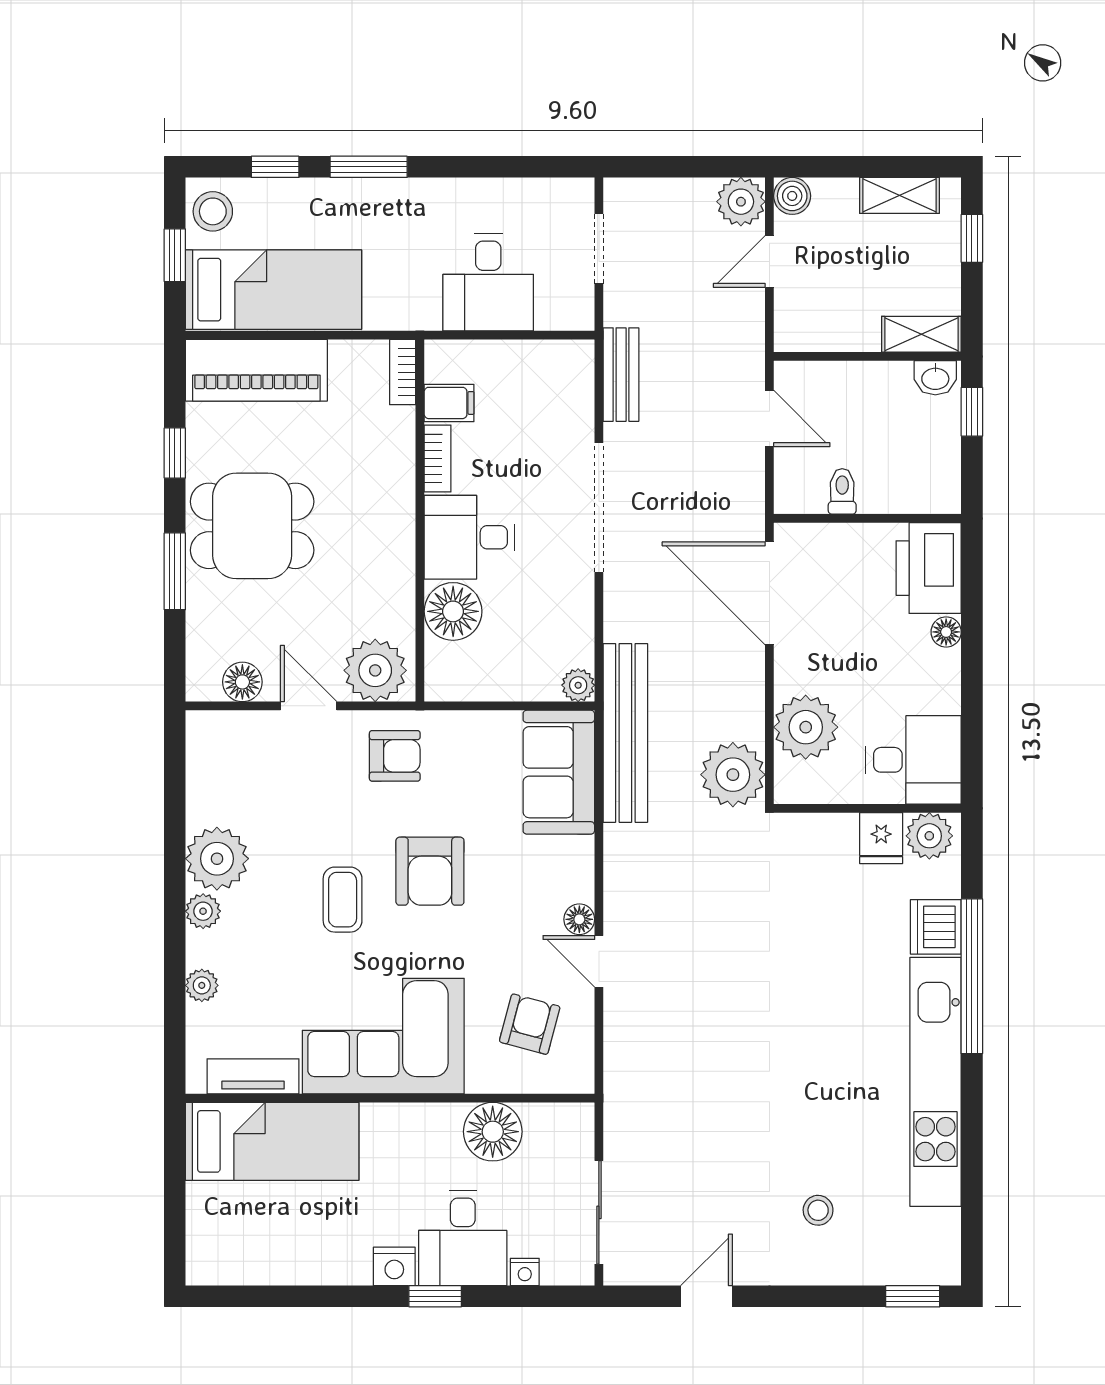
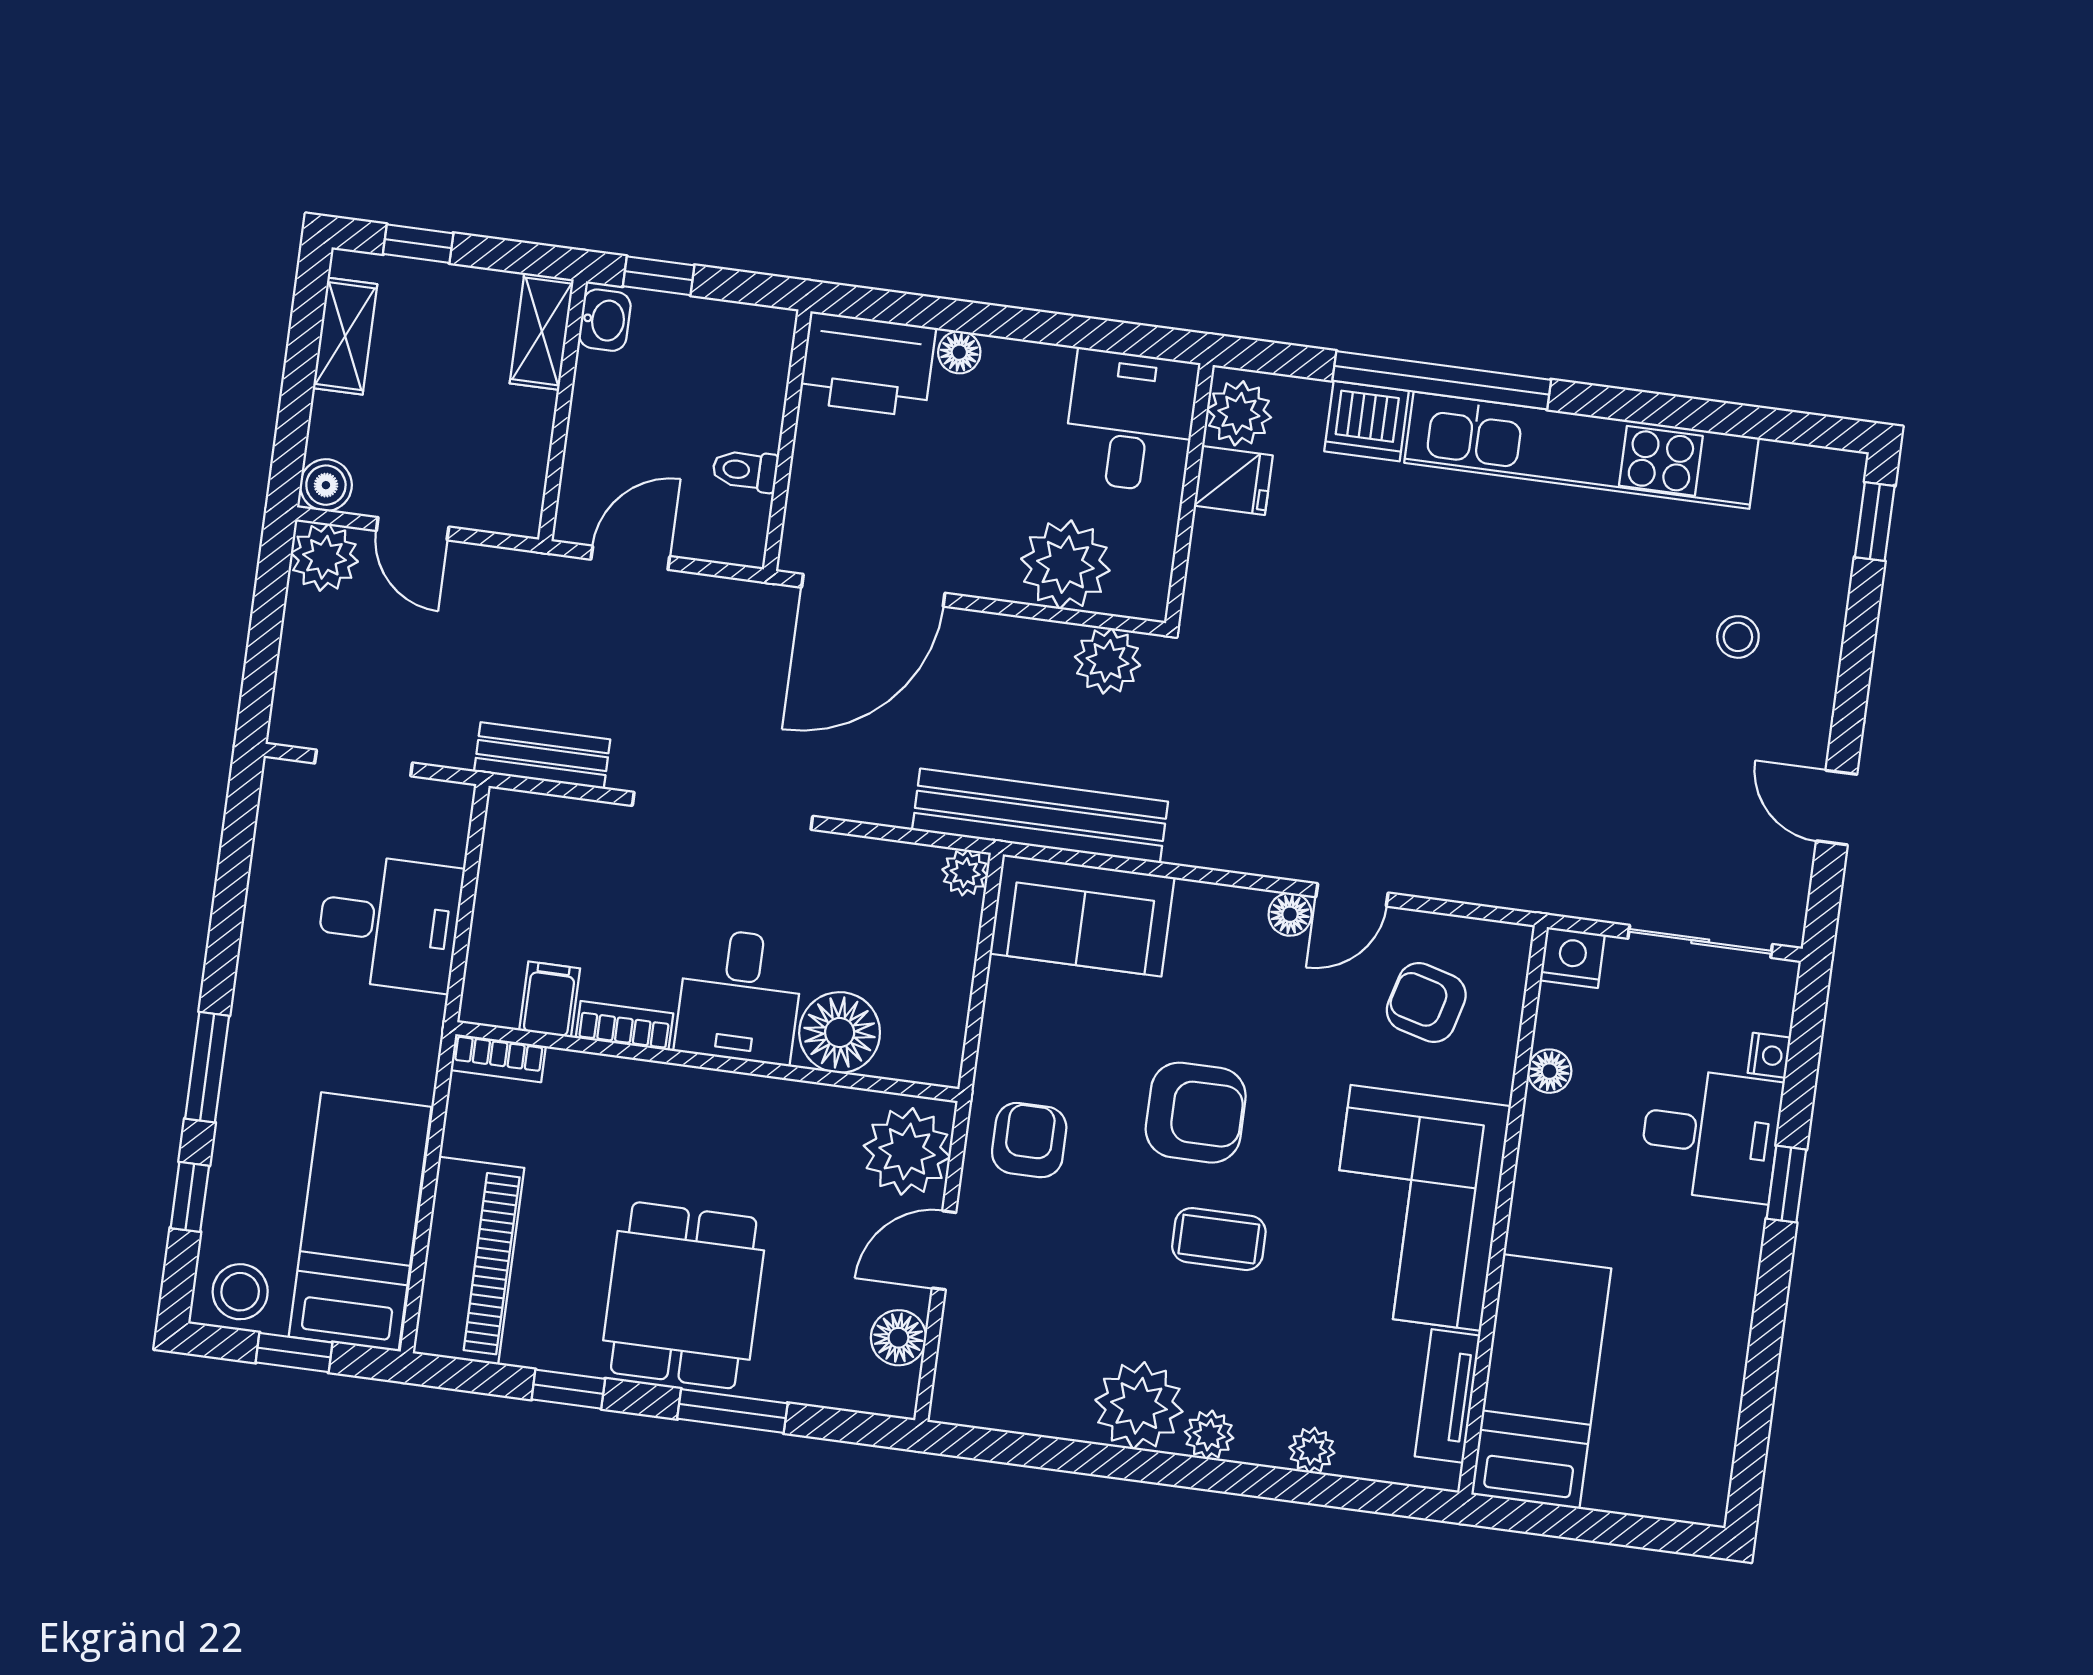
plant: (733, 775) -> (1107, 661), width x0.73, depth x0.73
floor lamp: (493, 1132) -> (1550, 1071), width x0.53, depth x0.53
nightstand: (394, 1266) -> (1572, 957), moved, turned -90

